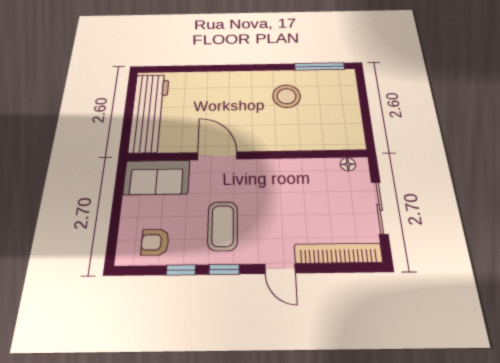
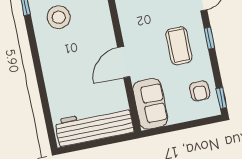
coffee table: (223, 226) -> (179, 46), turned 90
window: (181, 270) -> (222, 98), moved

